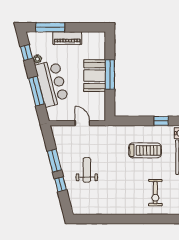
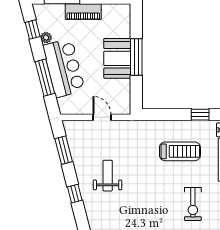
window: (54, 161) -> (64, 150), moved

